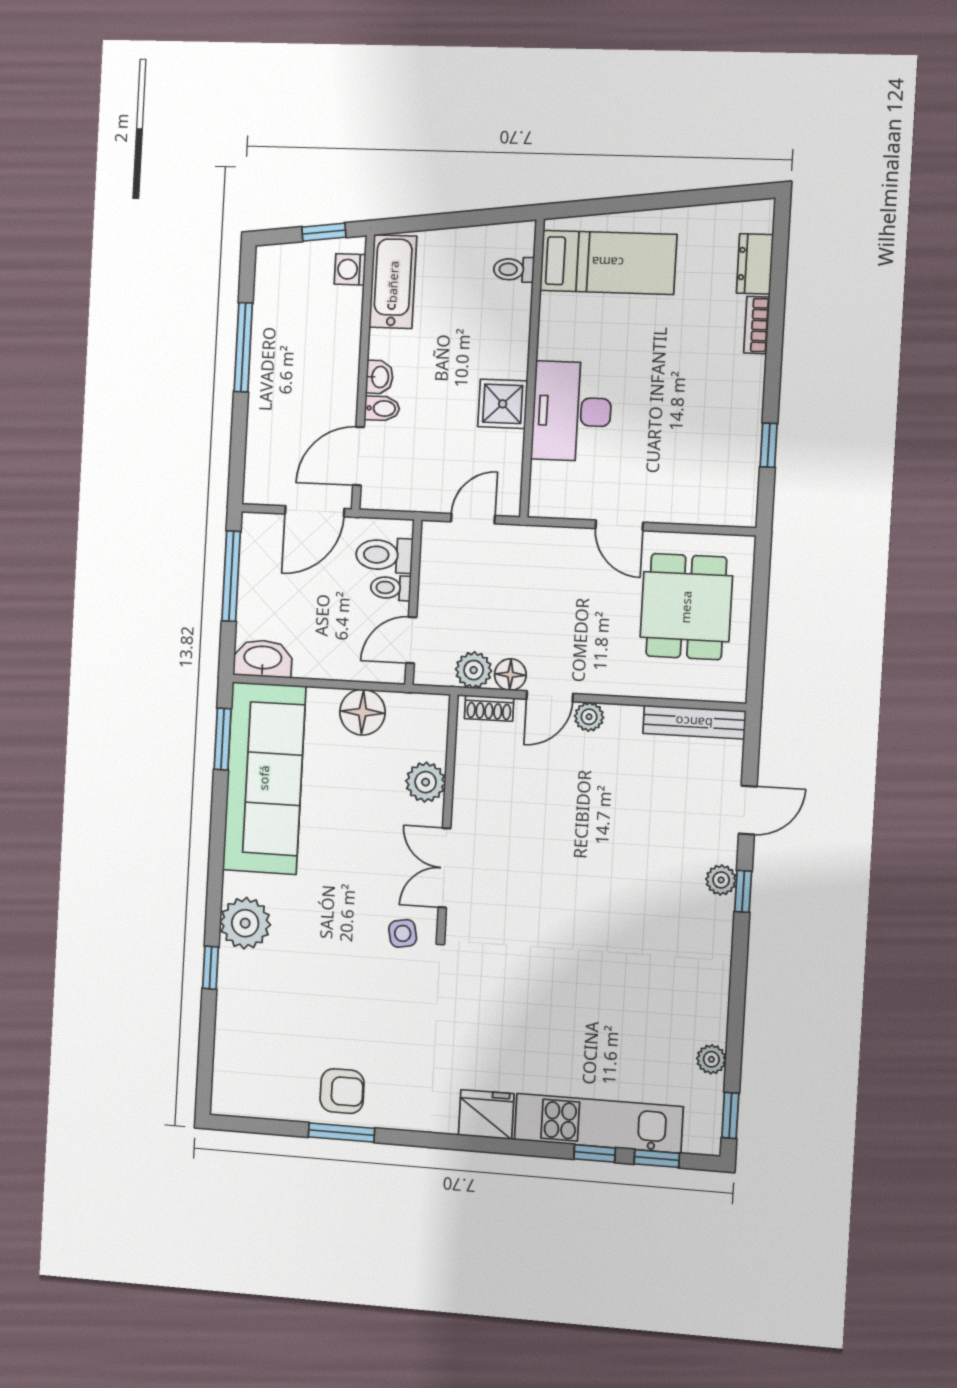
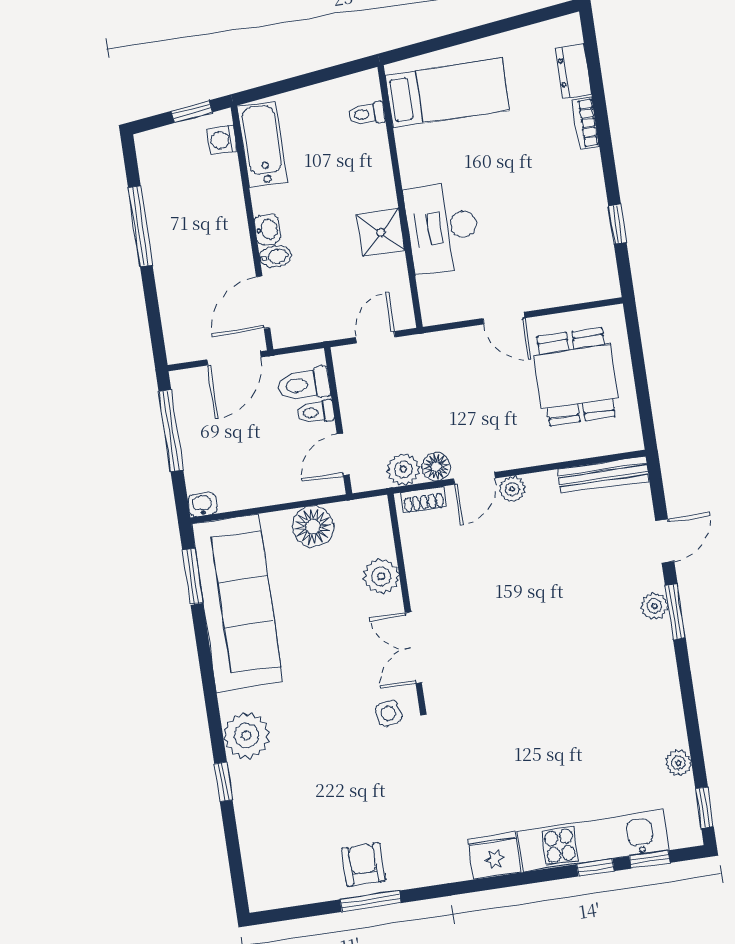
washbasin: (263, 659) -> (202, 504), width x0.52, depth x0.69
window: (743, 891) -> (675, 612), width x1.50
armchair: (342, 1091) -> (363, 864), turned -90

